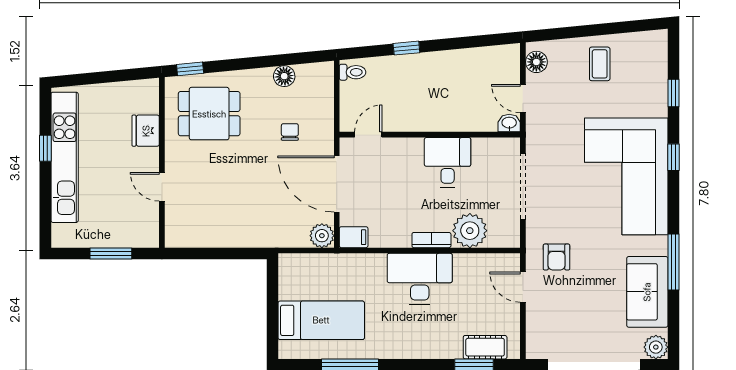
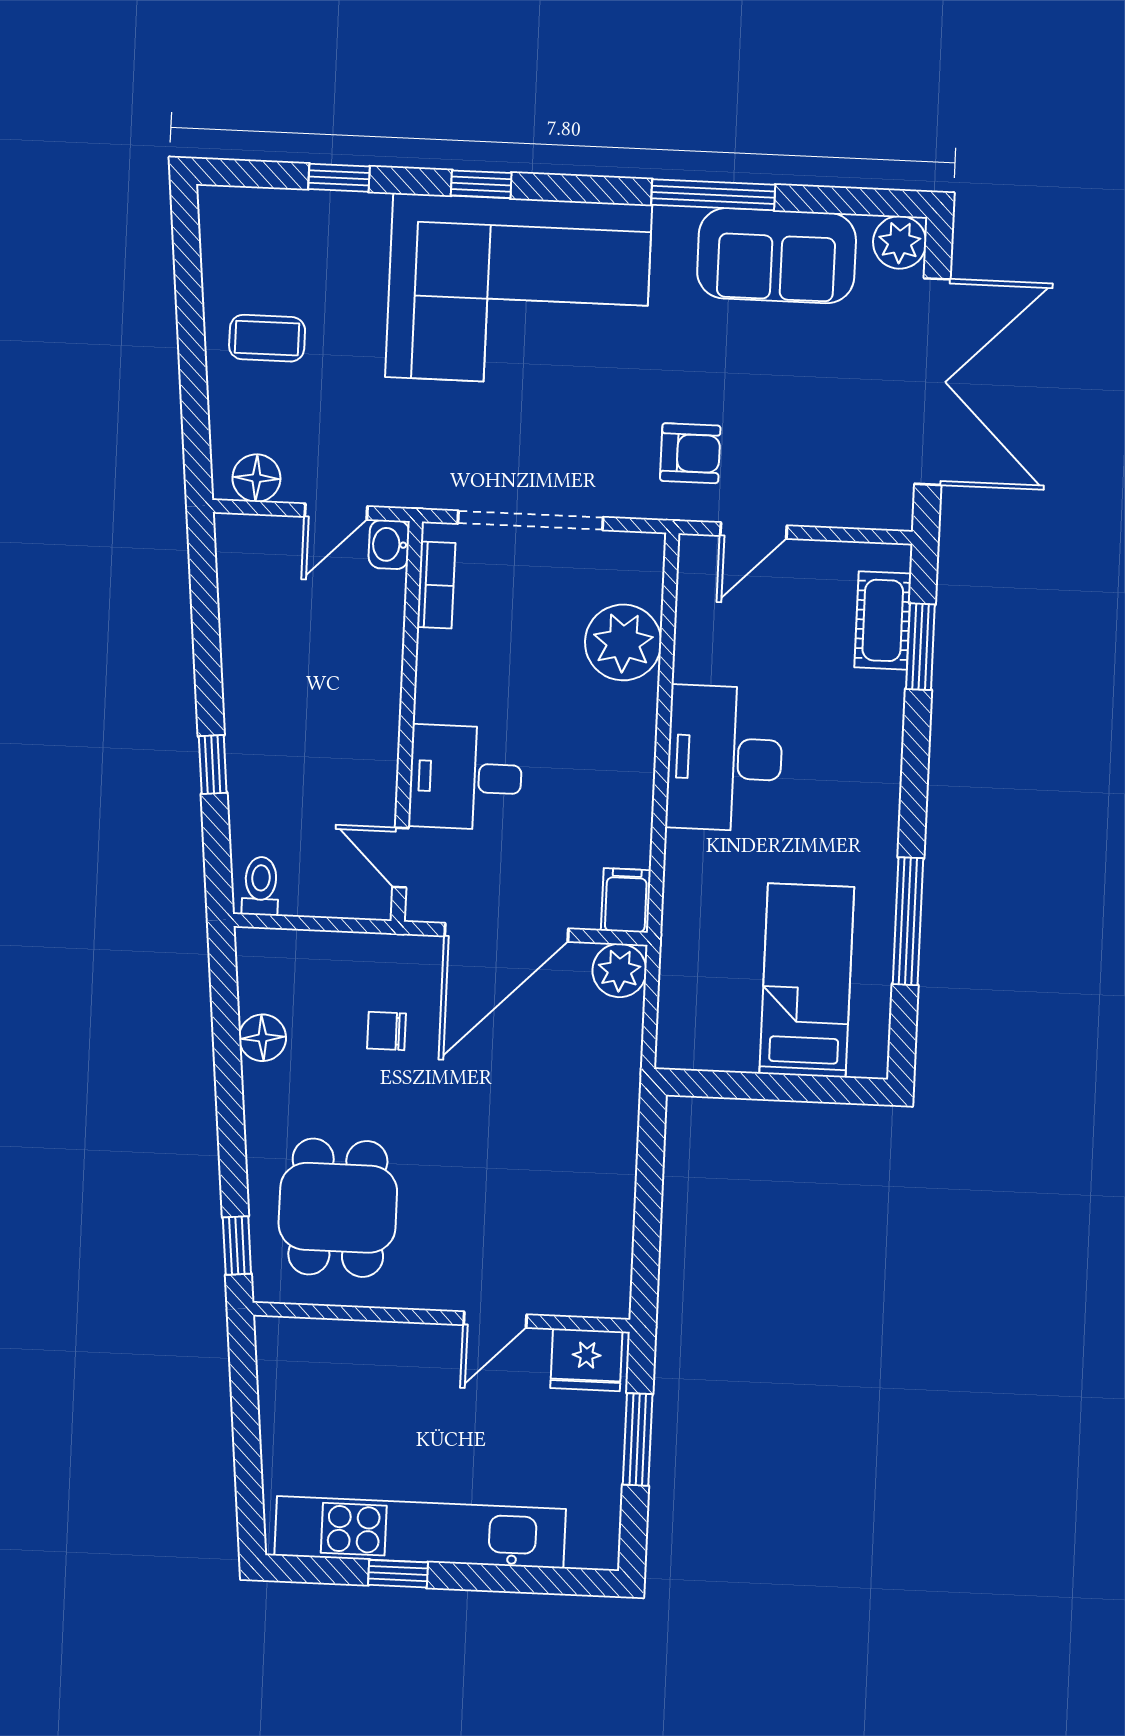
fridge: (146, 131) -> (586, 1360), moved
desk: (448, 162) -> (466, 777), moved
bookcase: (431, 240) -> (436, 585), moved, turned 180

